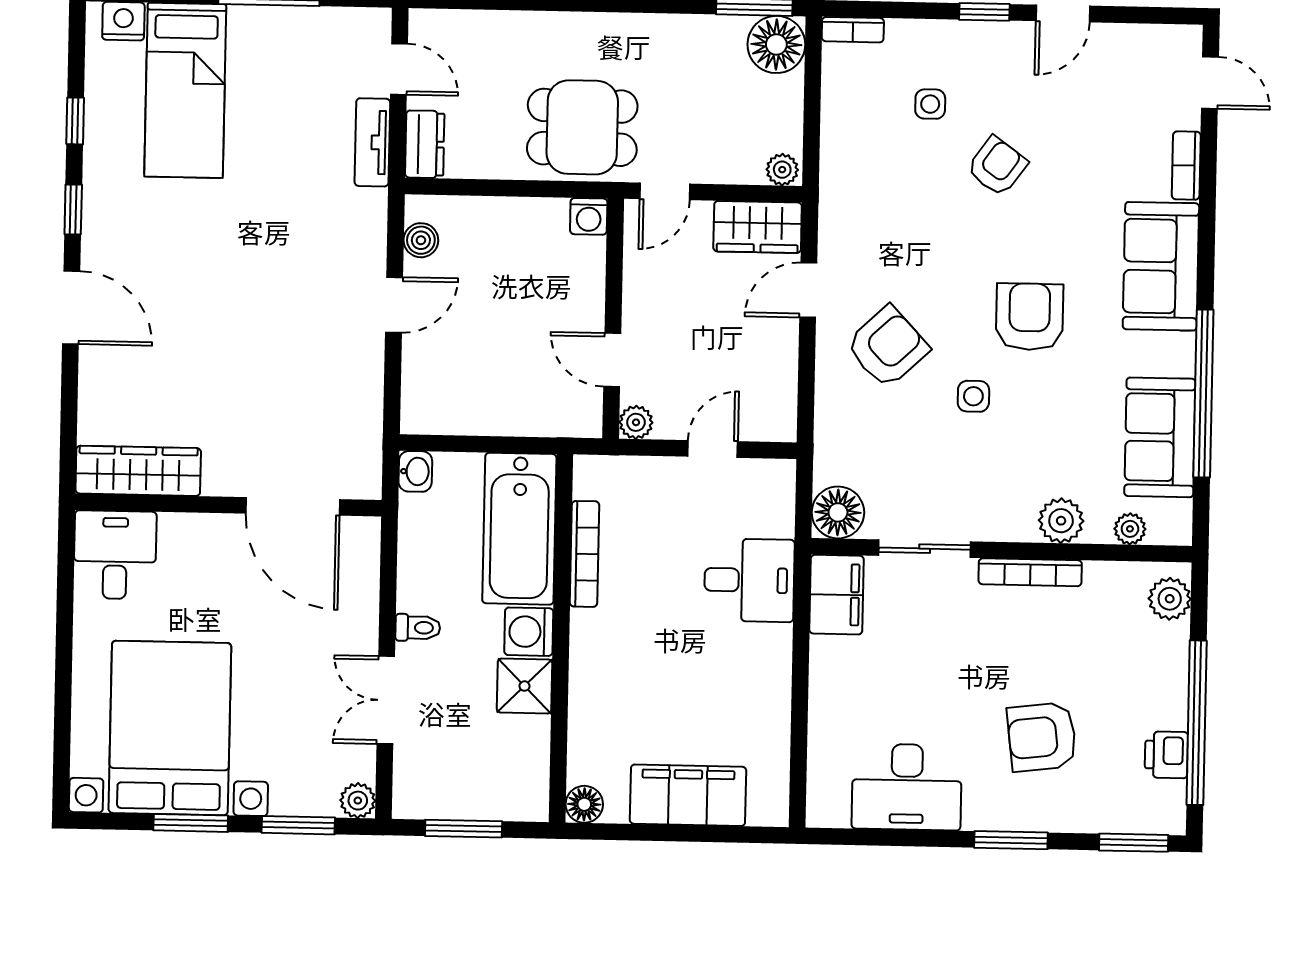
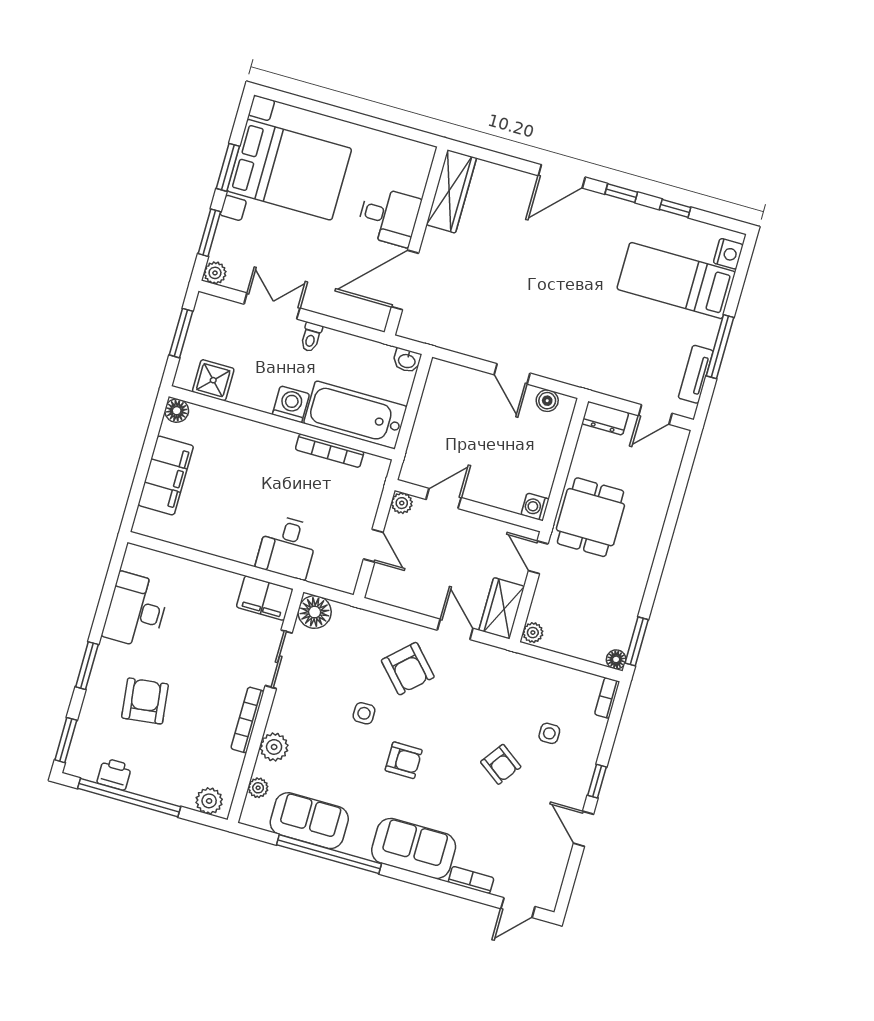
floor lamp: (776, 44) -> (616, 659), width x0.53, depth x0.53
tv unit: (372, 142) -> (696, 374), moved, turned -90
armchair: (1030, 317) -> (404, 760), width x0.72, depth x0.72
desk: (115, 555) -> (389, 216), moved
shower: (524, 686) -> (213, 380), moved

